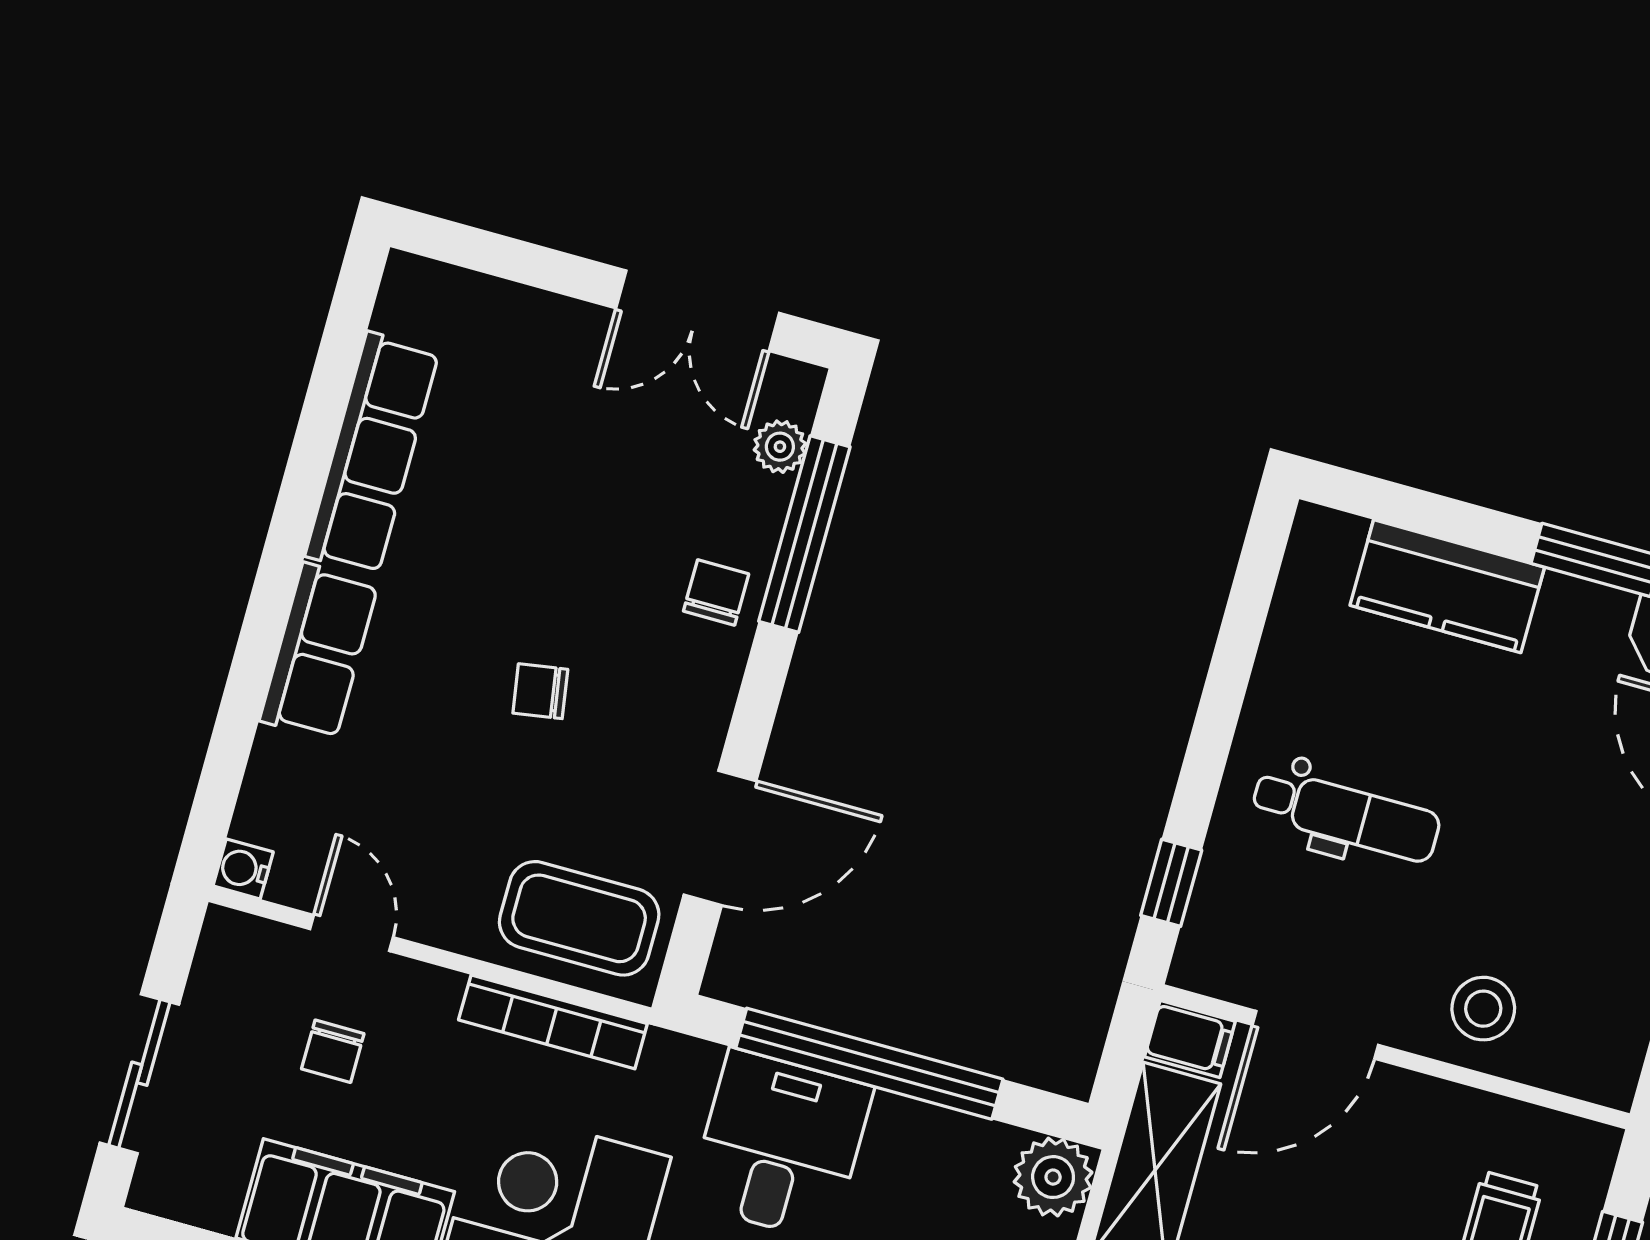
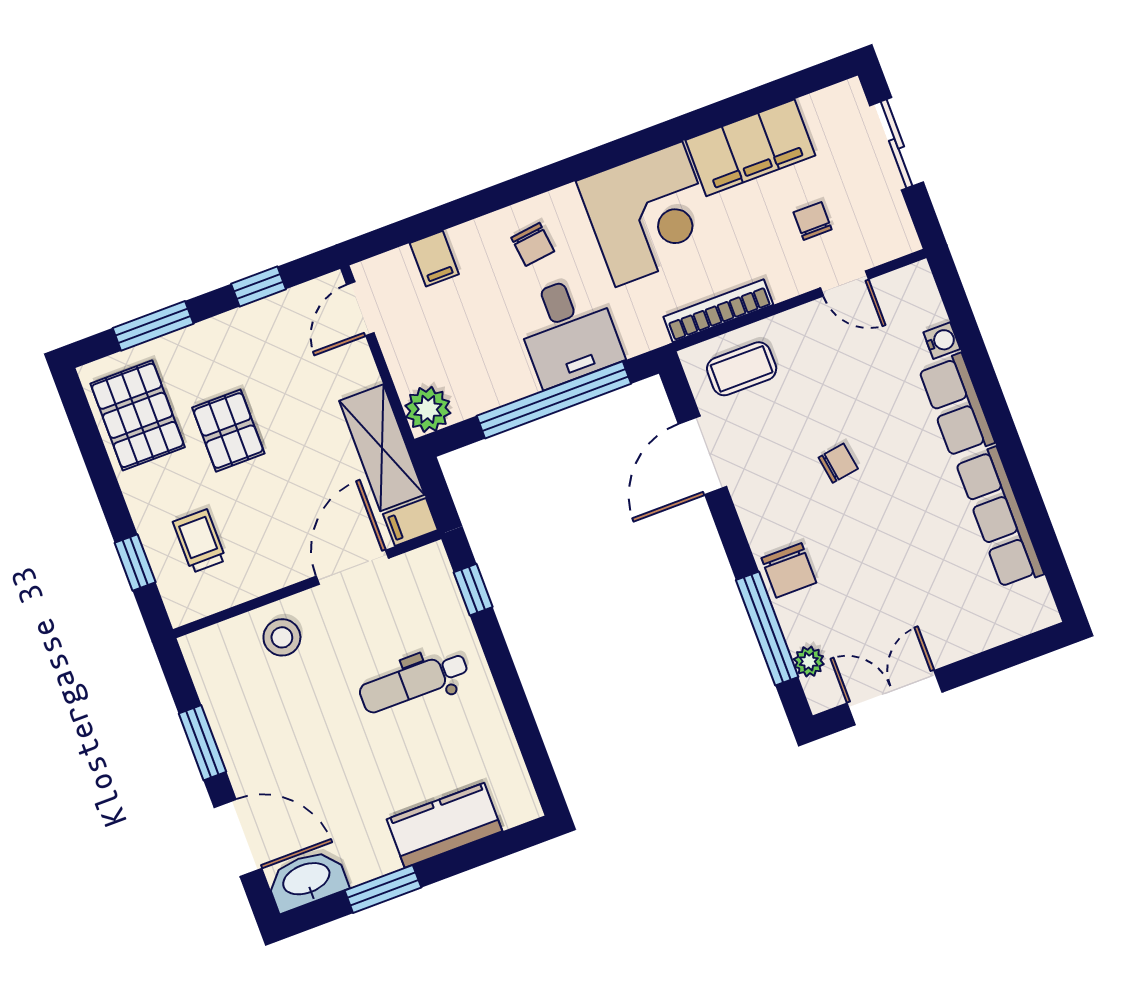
chair: (716, 592) -> (789, 570), width x1.37, depth x1.37
water cooler: (243, 869) -> (942, 341), moved
coffee table: (579, 918) -> (742, 369), width x0.73, depth x0.77

